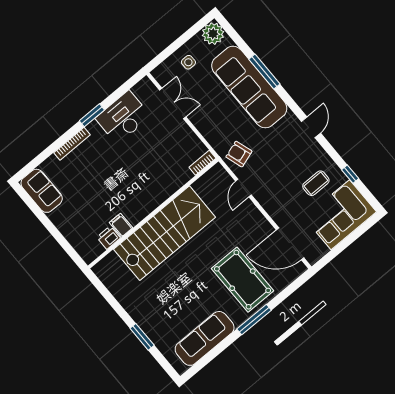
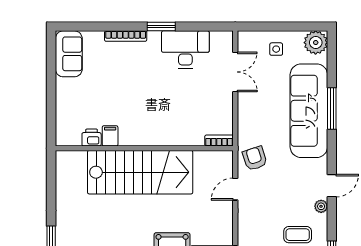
plant: (316, 149) -> (321, 206), added

